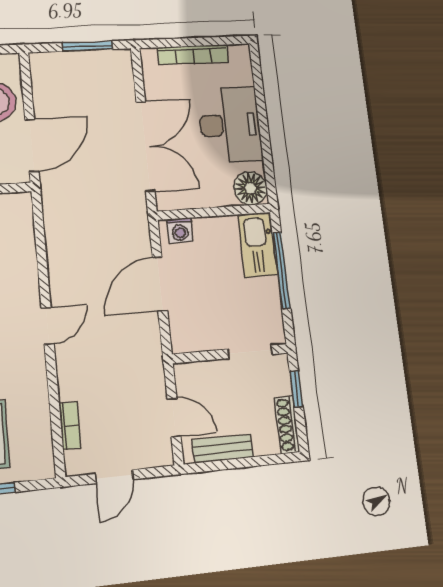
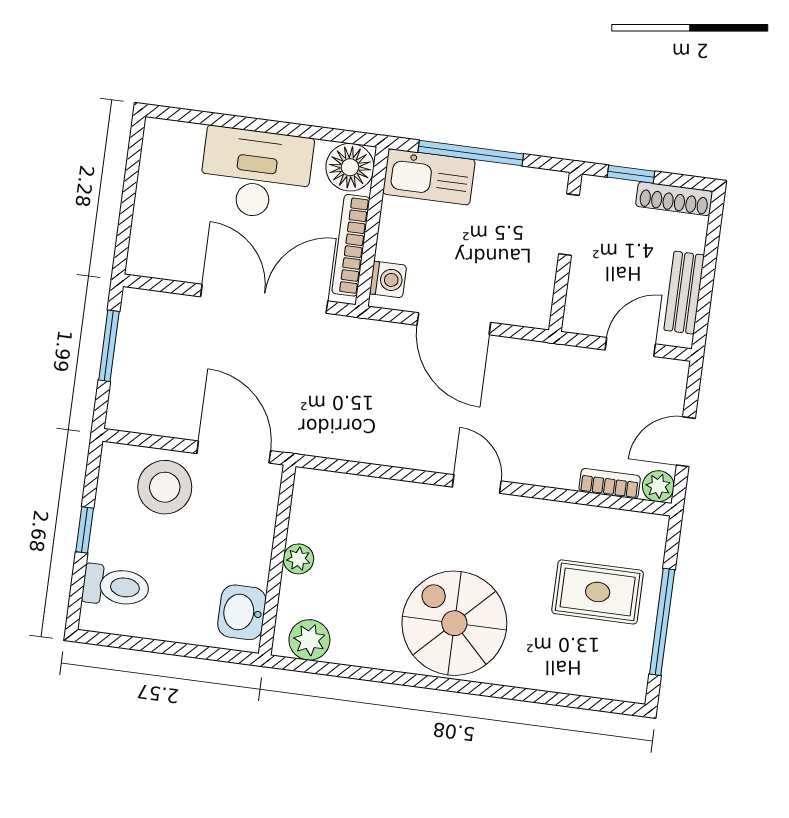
bookcase: (193, 55) -> (351, 245), moved, turned 180
plant: (76, 464) -> (658, 486), added
door: (114, 477) -> (686, 442), swing flipped

